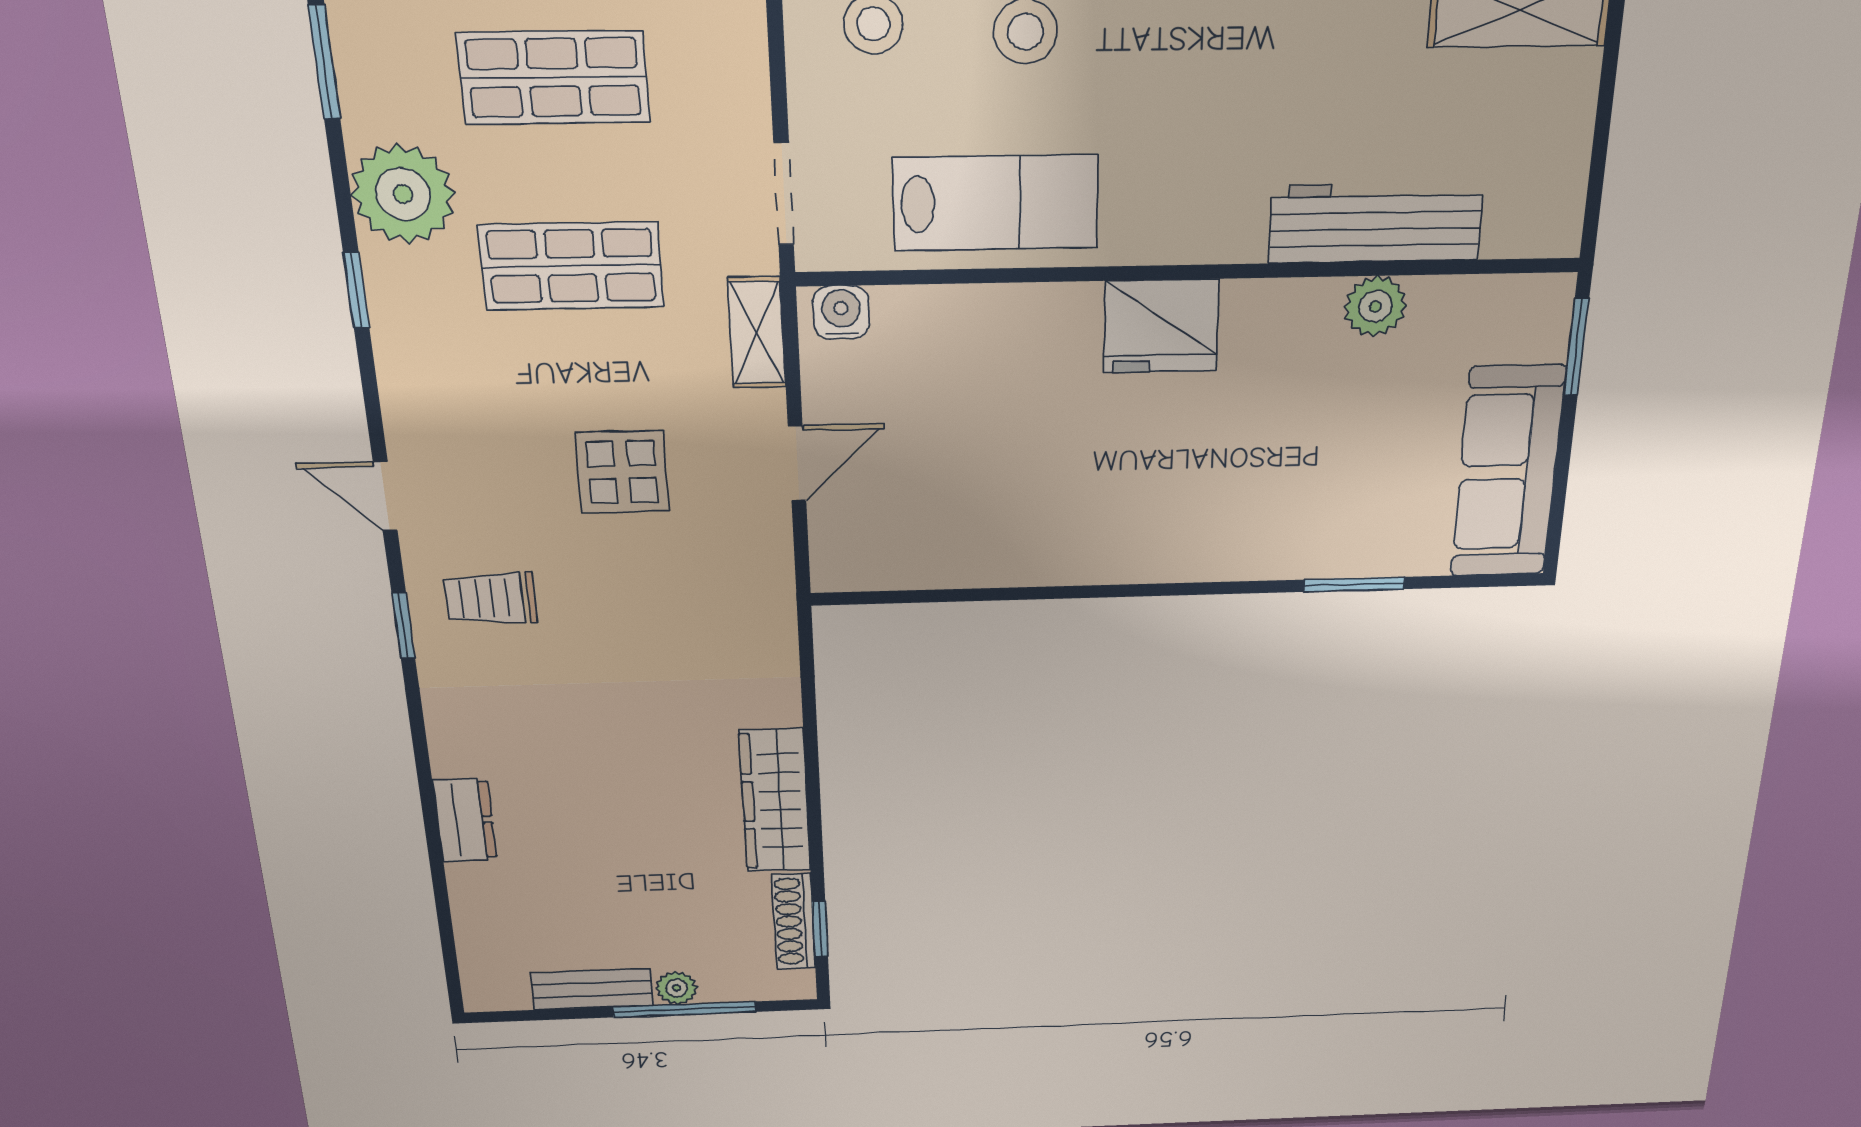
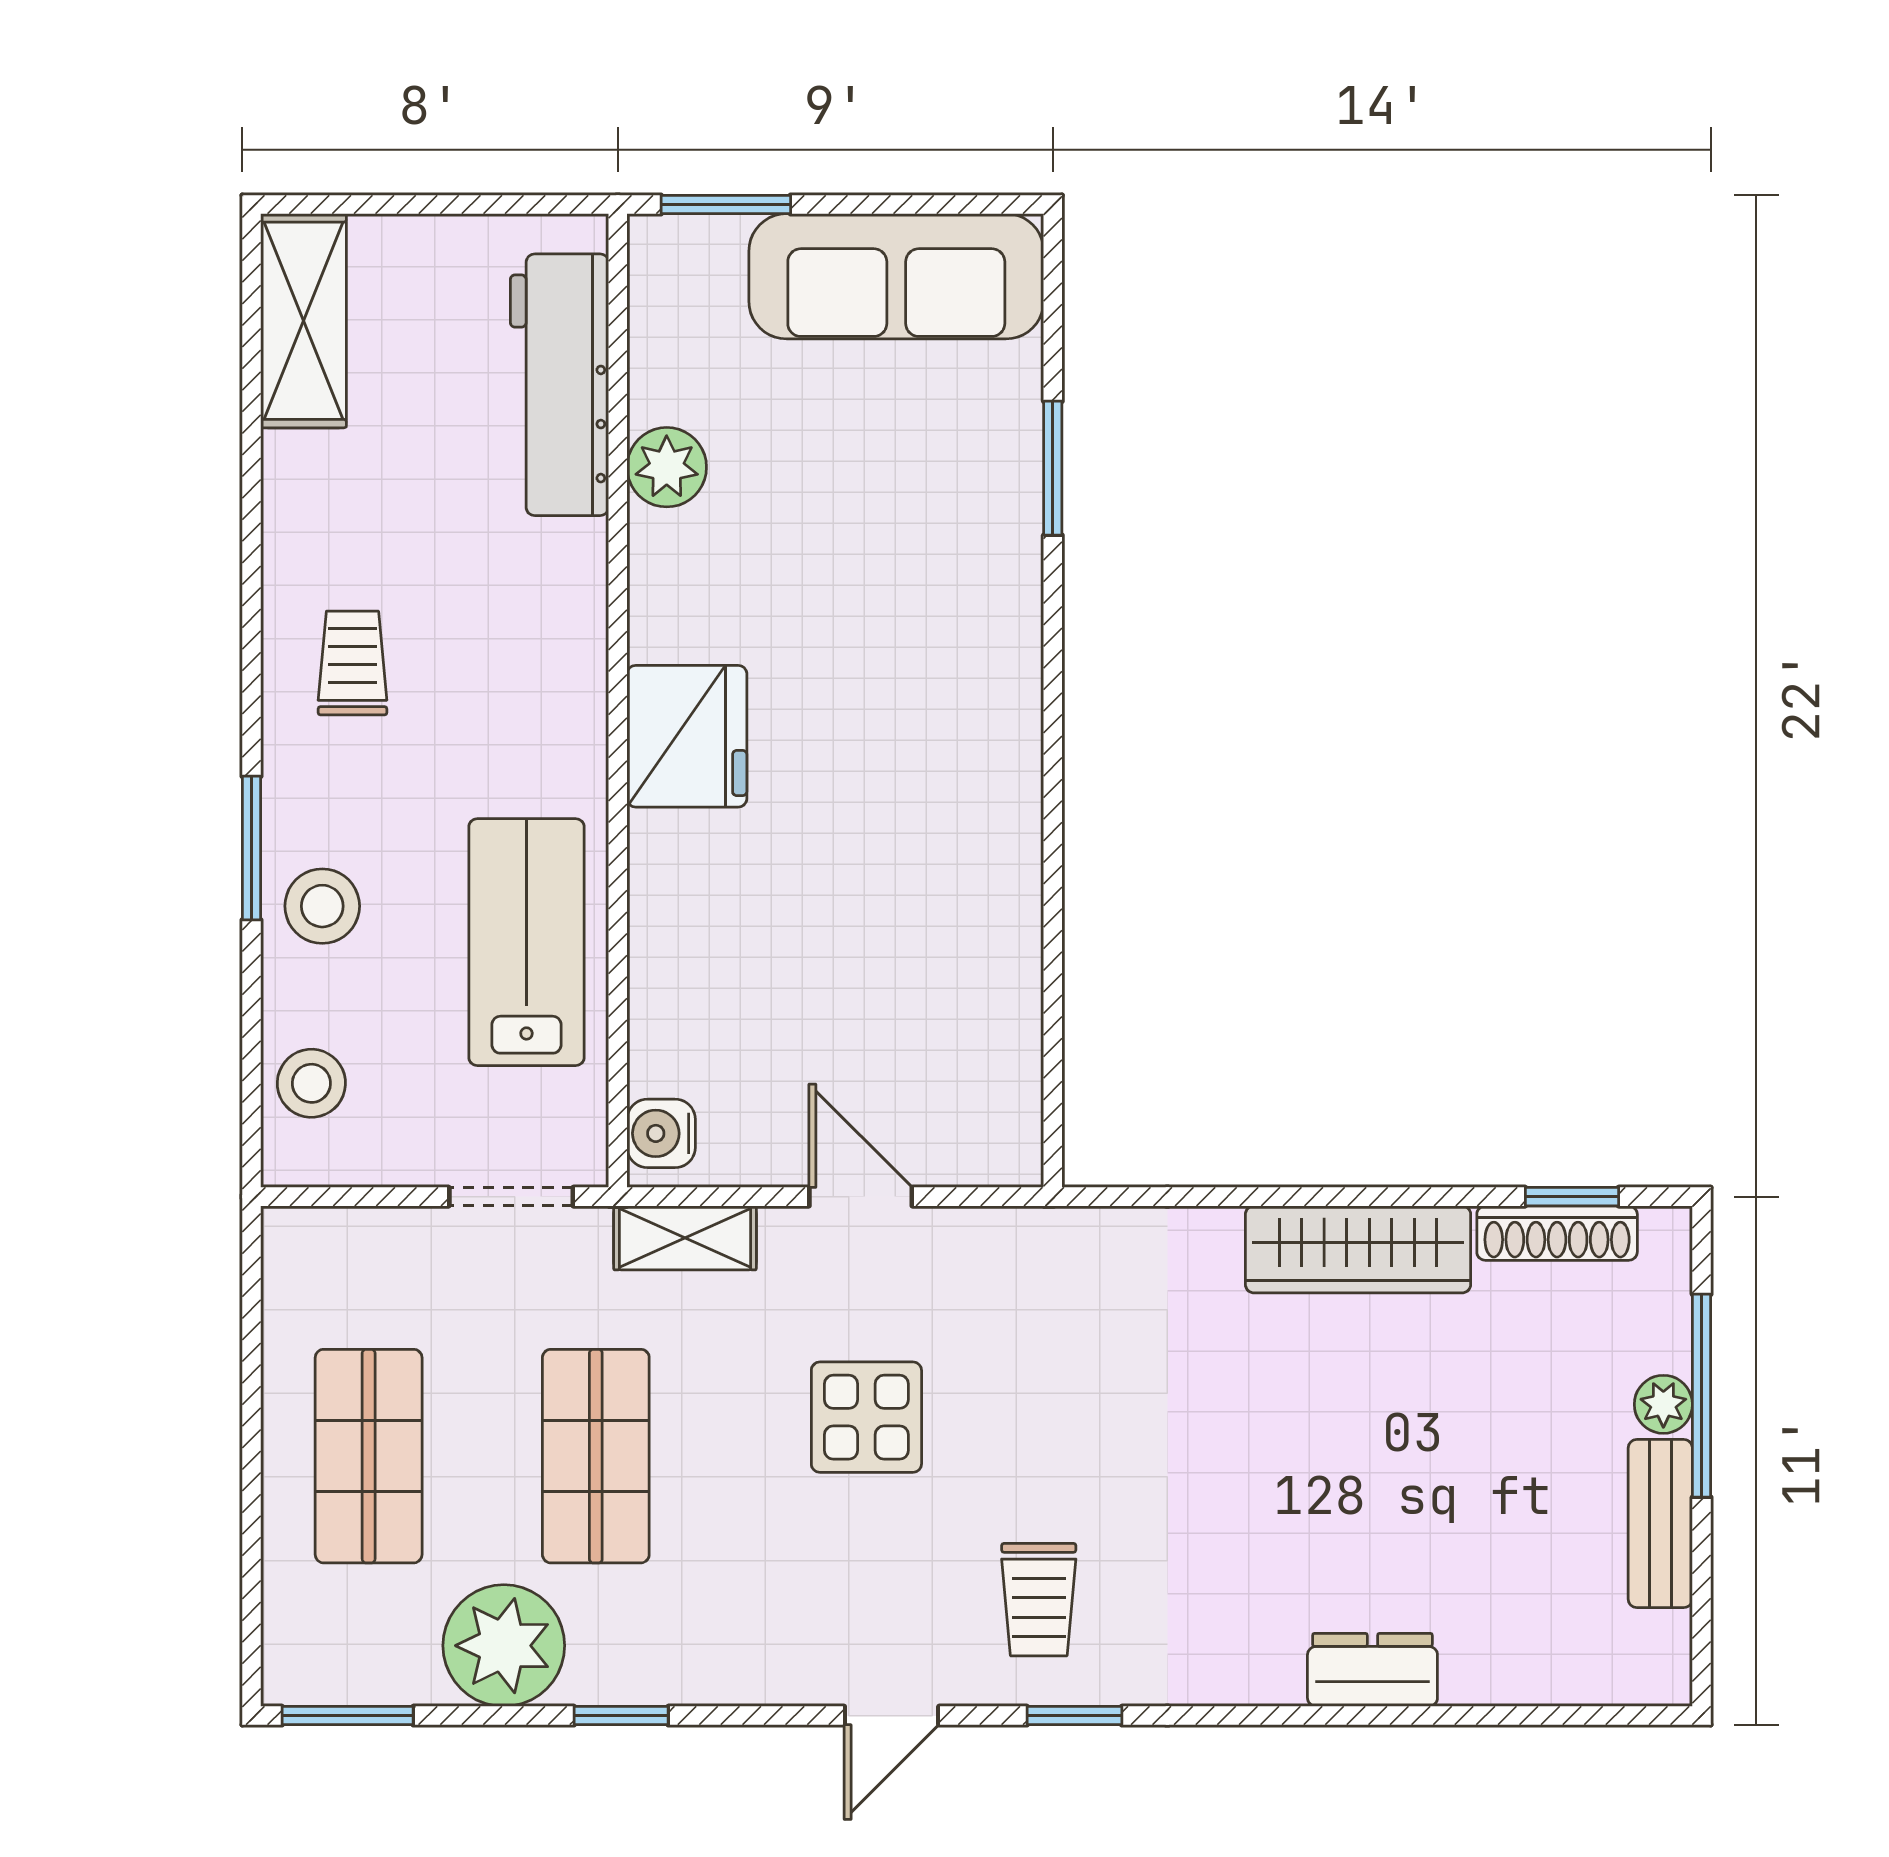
trolley: (1231, 55) -> (352, 663), added
workbench: (1376, 223) -> (560, 385), moved

